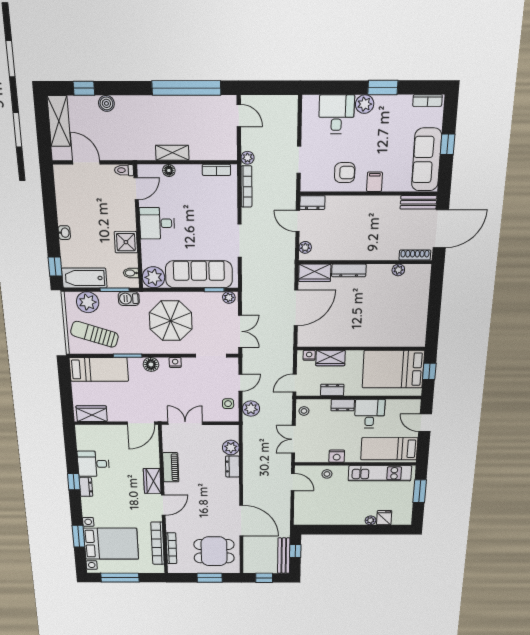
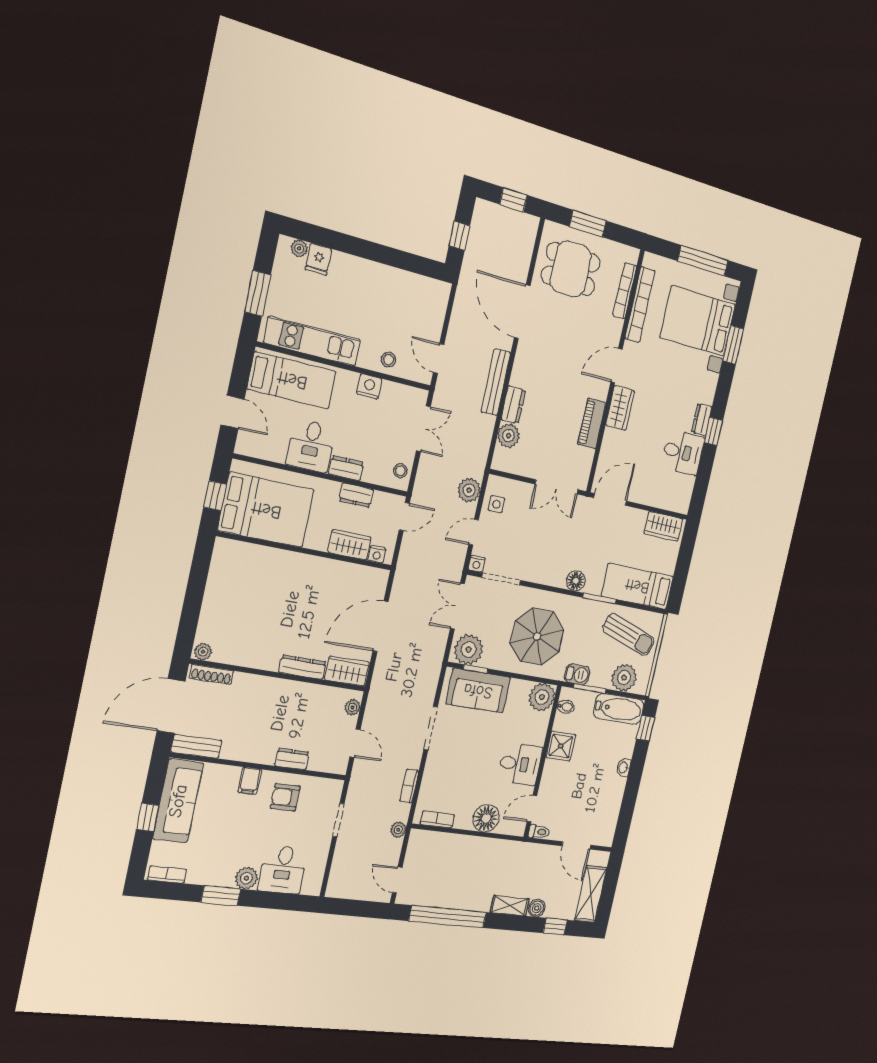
shelving: (172, 153) -> (510, 906), moved
floor lamp: (169, 170) -> (486, 818), width x1.89, depth x1.89
bookcase: (246, 187) -> (409, 786), width x0.64
dresser: (312, 203) -> (292, 759), moved
plant: (398, 270) -> (203, 652), moved
sofa: (199, 274) -> (478, 691), width x0.73
plant: (229, 297) -> (469, 650), width x1.88, depth x1.88
nightstand: (175, 362) -> (477, 564), moved
plant: (371, 520) -> (299, 248), moved
bench: (284, 556) -> (496, 382), moved

